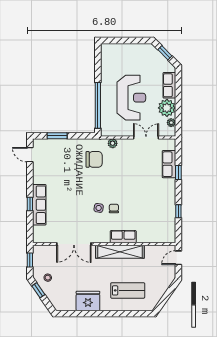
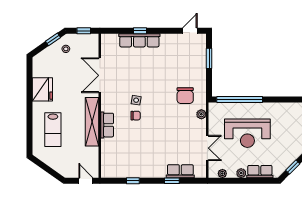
plant: (167, 108) -> (241, 173), width x0.53, depth x0.53

